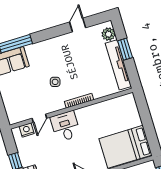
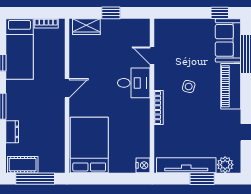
piano: (45, 48) -> (231, 86), added
nightstand: (27, 130) -> (143, 165), moved

